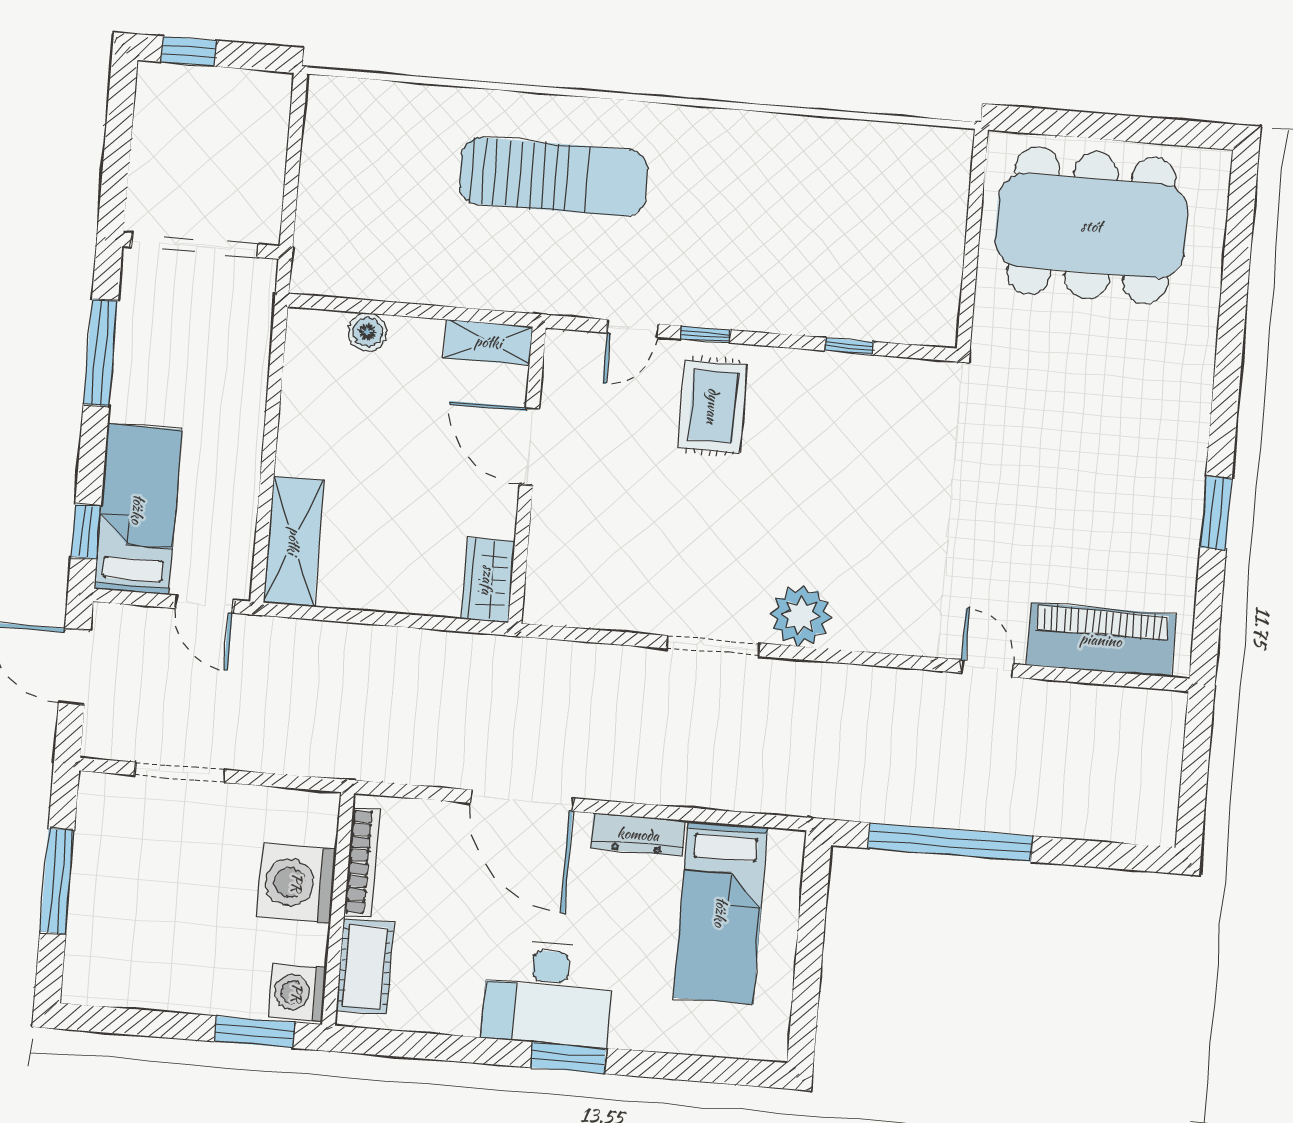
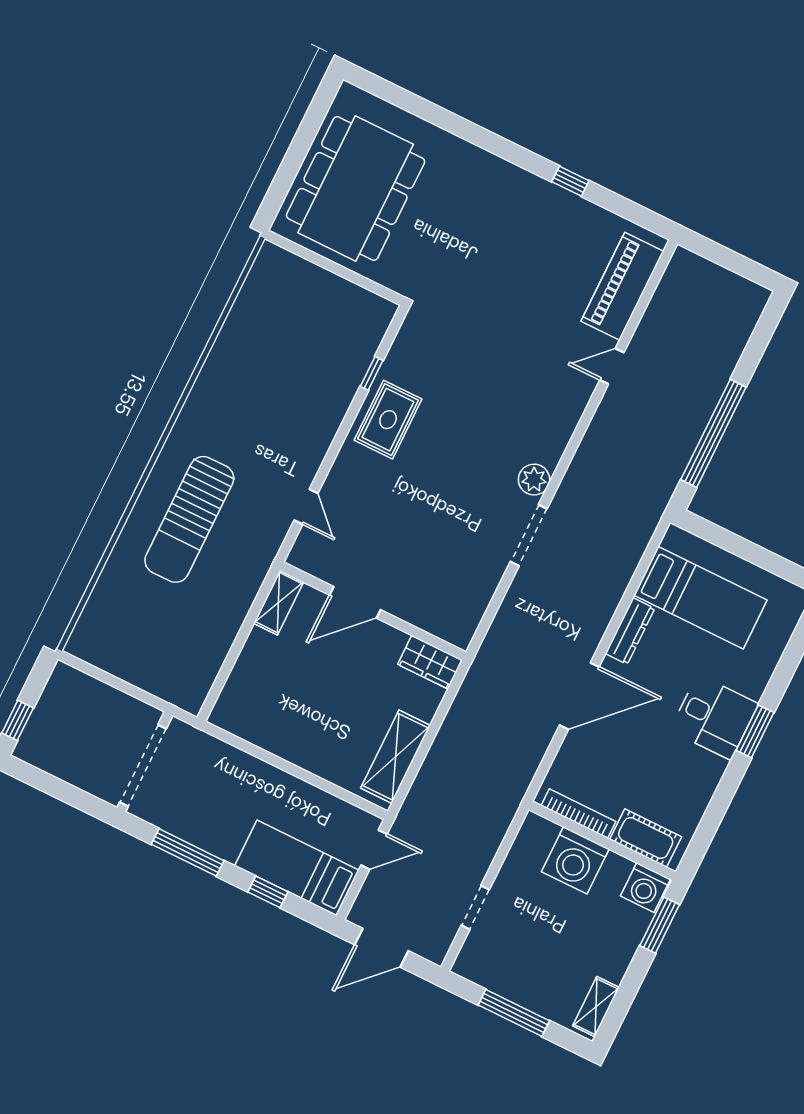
sun lounger: (553, 177) -> (189, 519), turned 180
boiler: (367, 332) -> (241, 677), removed
window: (706, 334) -> (328, 462), removed
rug: (713, 406) -> (388, 420), moved, turned 90
window: (1216, 513) -> (570, 181), width x0.67
window: (86, 531) -> (268, 892), moved
shelving: (294, 541) -> (395, 757), moved, turned 90
plant: (801, 616) -> (534, 480), width x0.73, depth x0.73
doorway: (180, 772) -> (475, 907), width x0.73
shelving: (109, 989) -> (596, 1007), added
desk: (549, 993) -> (714, 717), width x0.73

